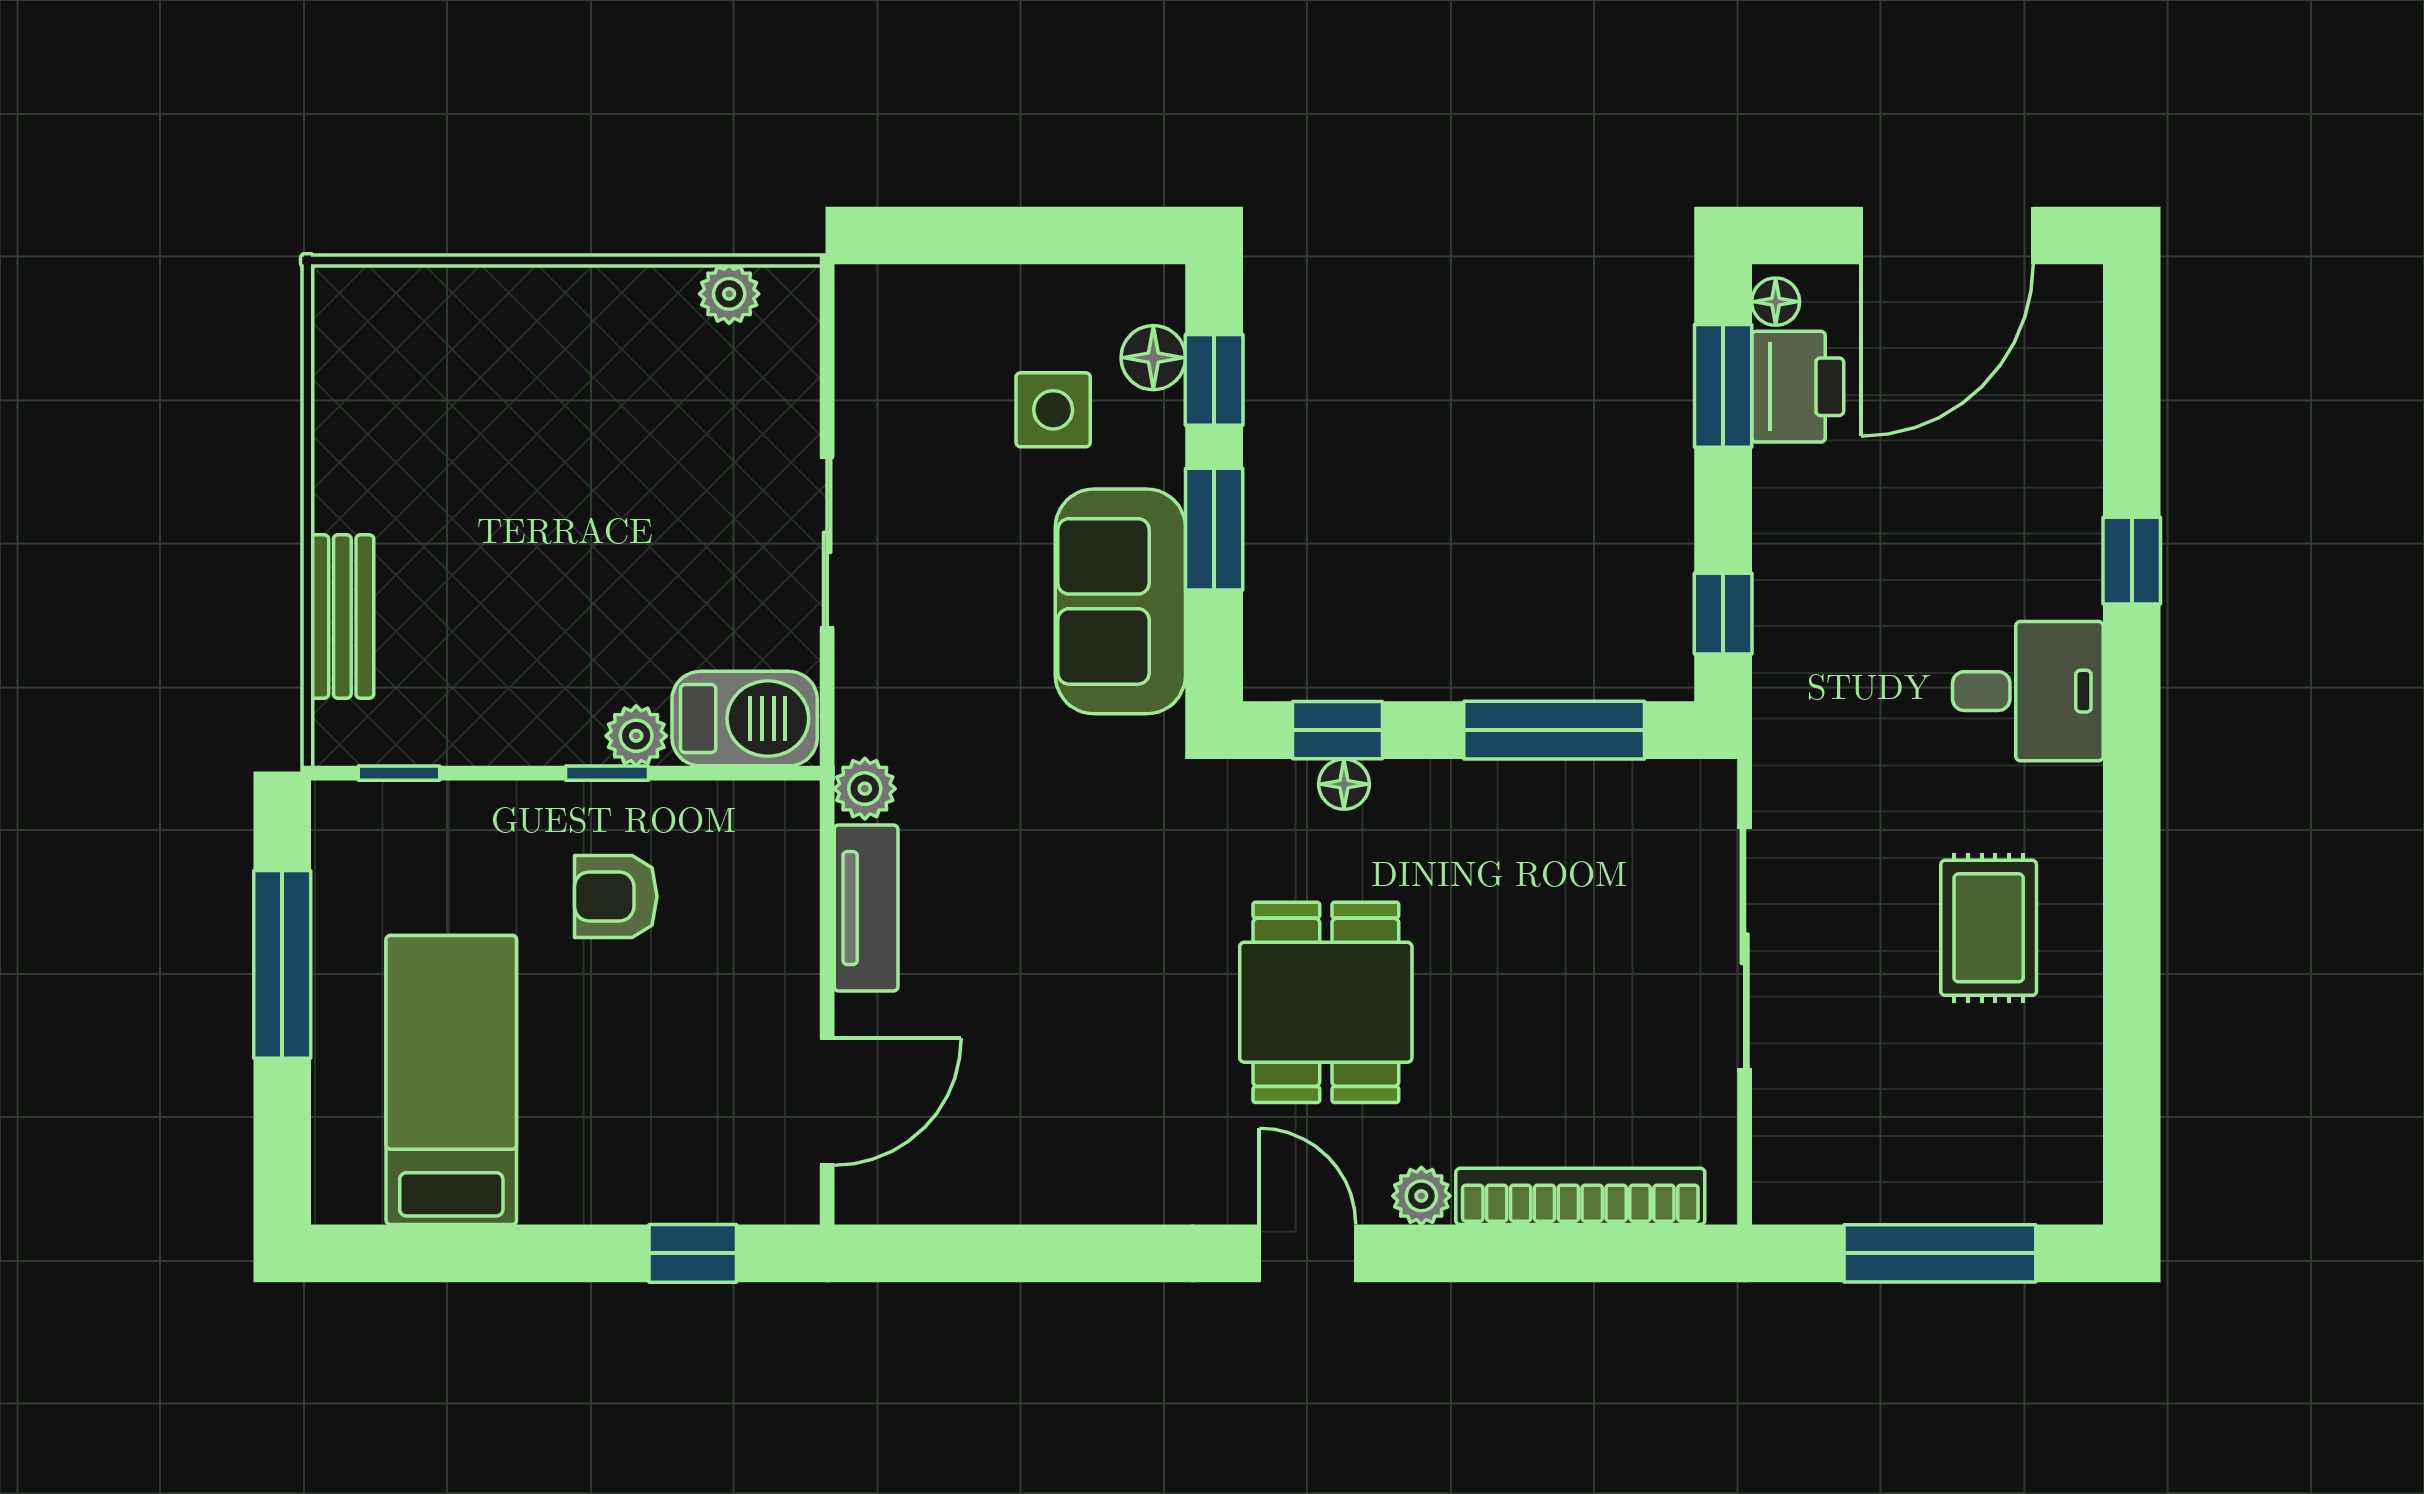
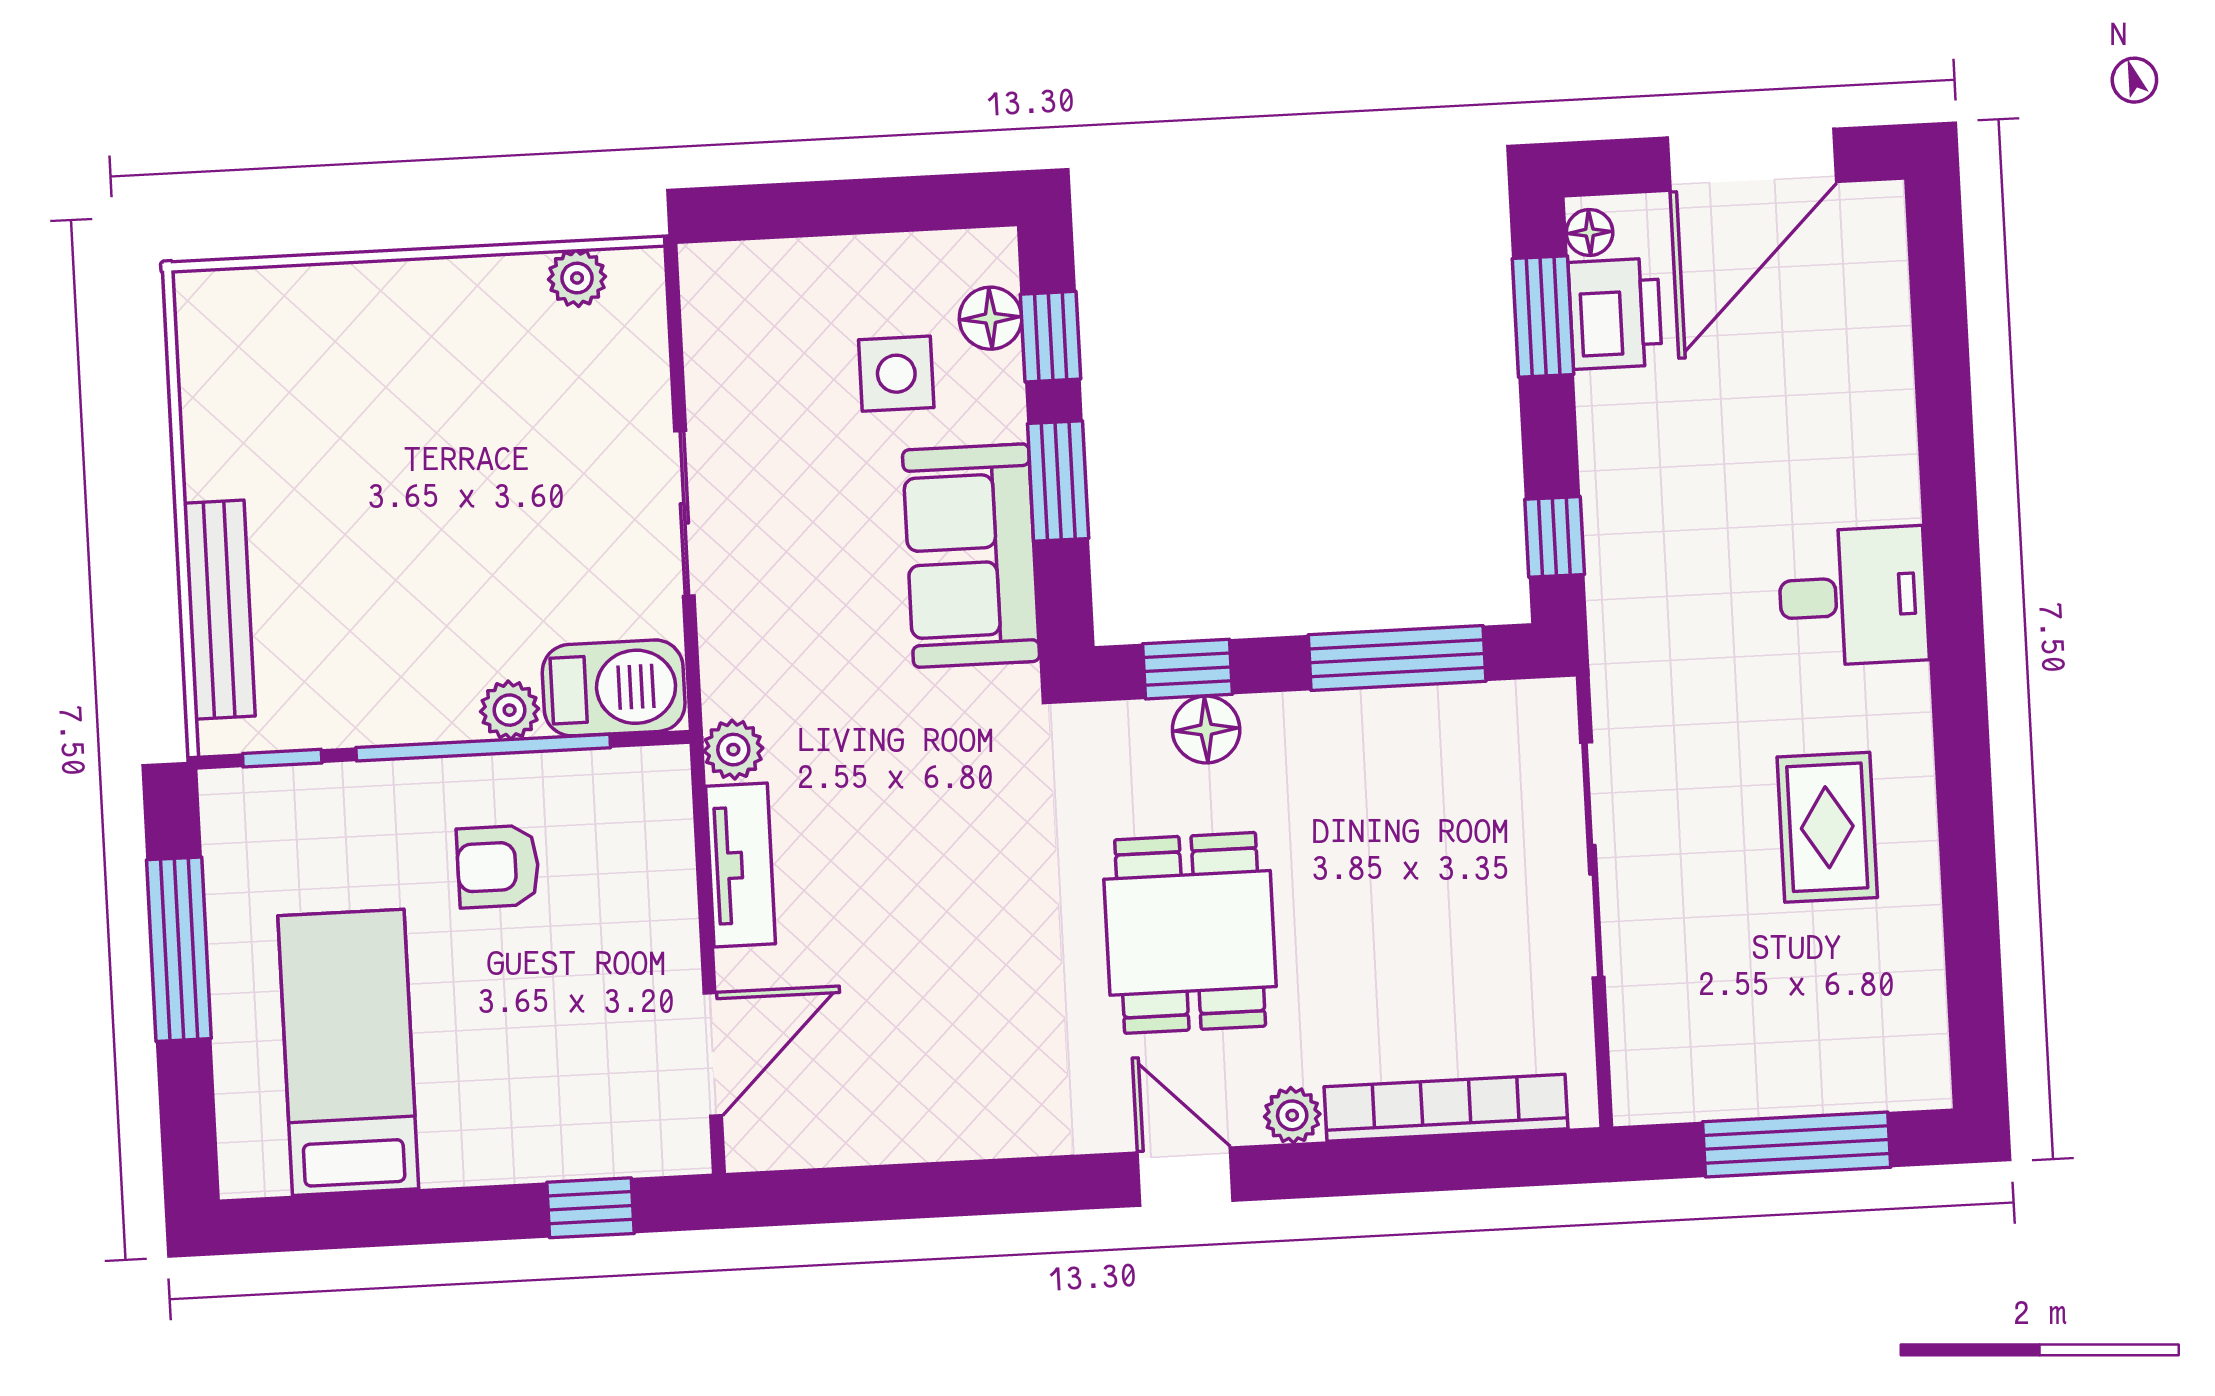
window: (2132, 561) -> (1947, 465), removed
bench: (342, 616) -> (219, 610), width x1.36
window: (607, 773) -> (483, 748), width x3.17
floor lamp: (1344, 784) -> (1206, 730), width x1.37, depth x1.37

